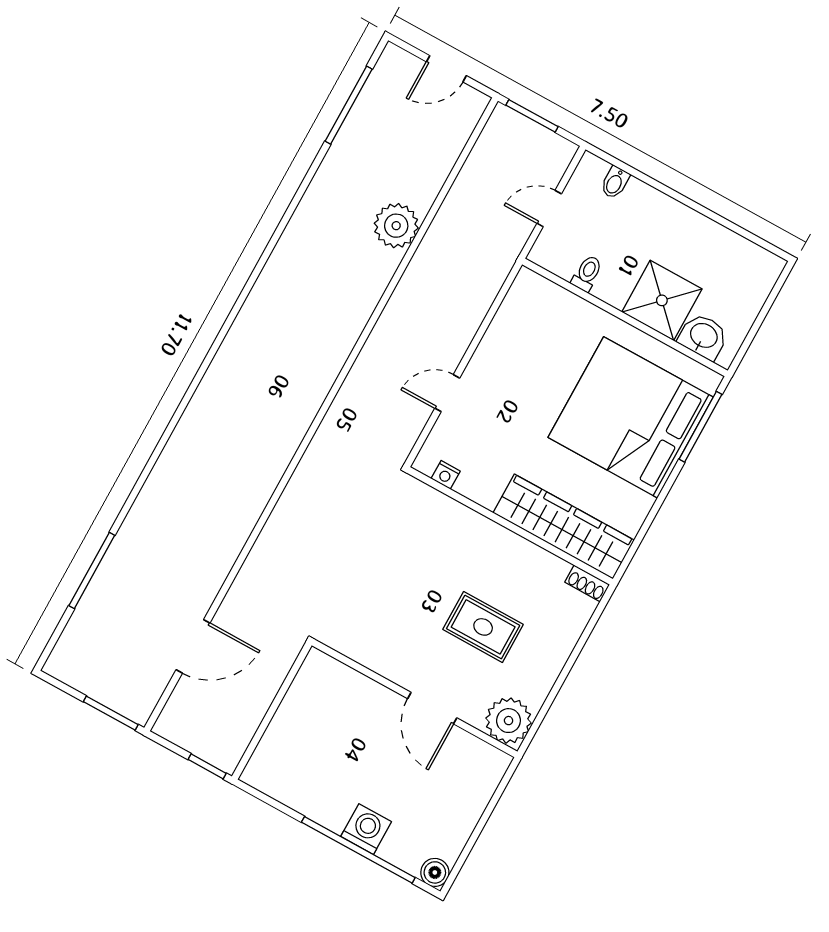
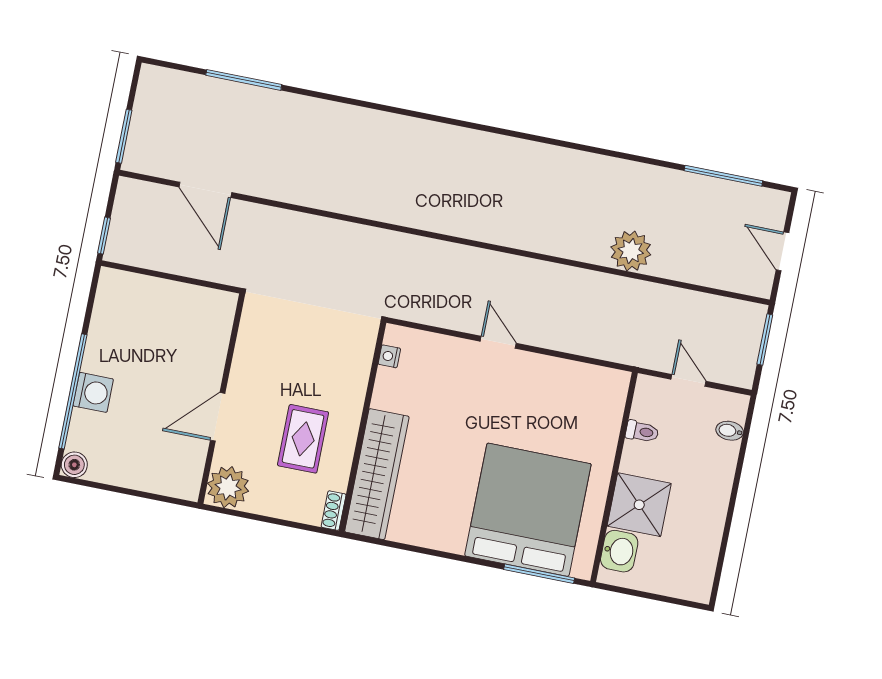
nightstand: (446, 475) -> (389, 356), moved
wall: (510, 526) -> (363, 427), moved
wardrobe: (564, 526) -> (377, 474), moved
shoe rack: (587, 583) -> (334, 511), moved

